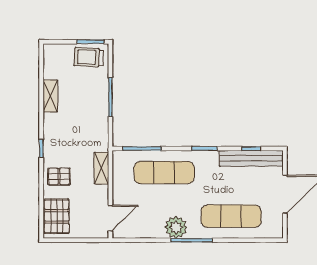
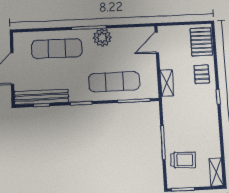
trolley: (89, 57) -> (183, 160), moved
shelving: (50, 96) -> (216, 172), moved
pallet: (59, 177) -> (202, 74), turned 90

